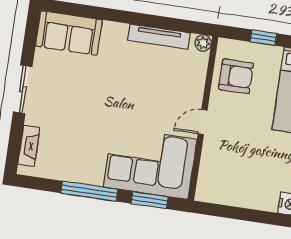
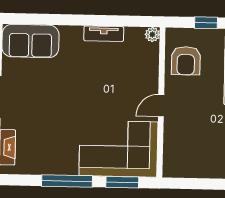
tv unit: (159, 37) -> (104, 34), width x0.71
armchair: (236, 76) -> (186, 61), turned 90

